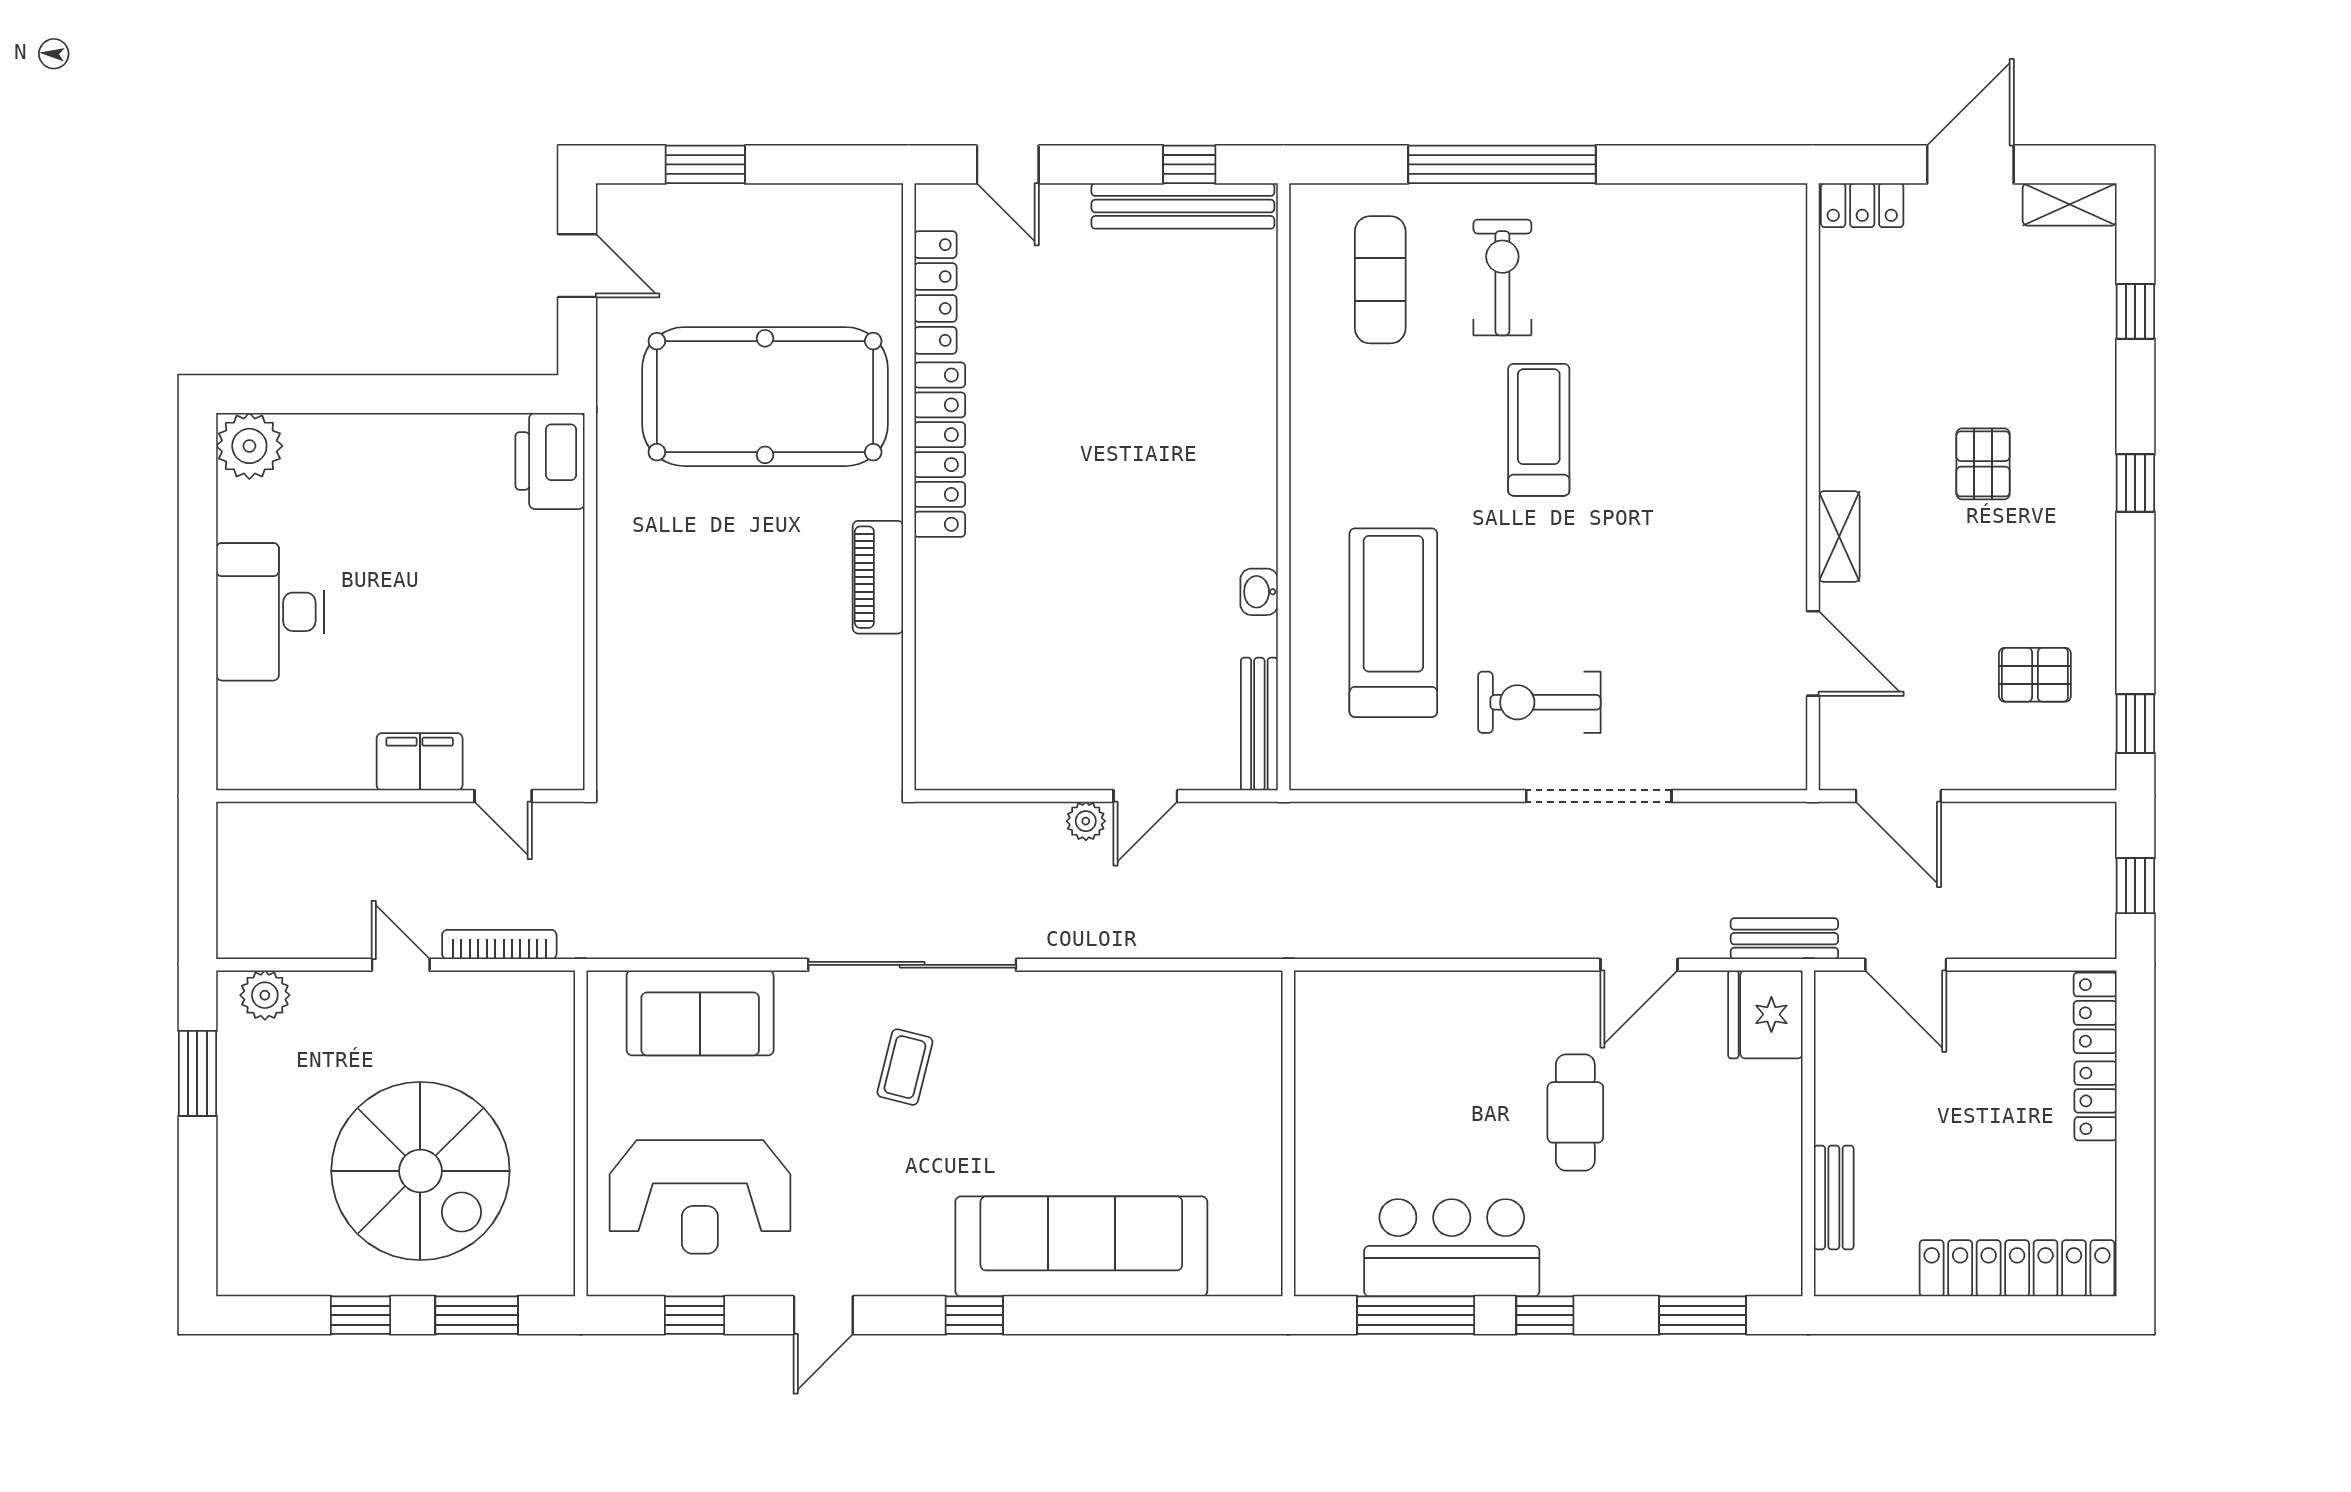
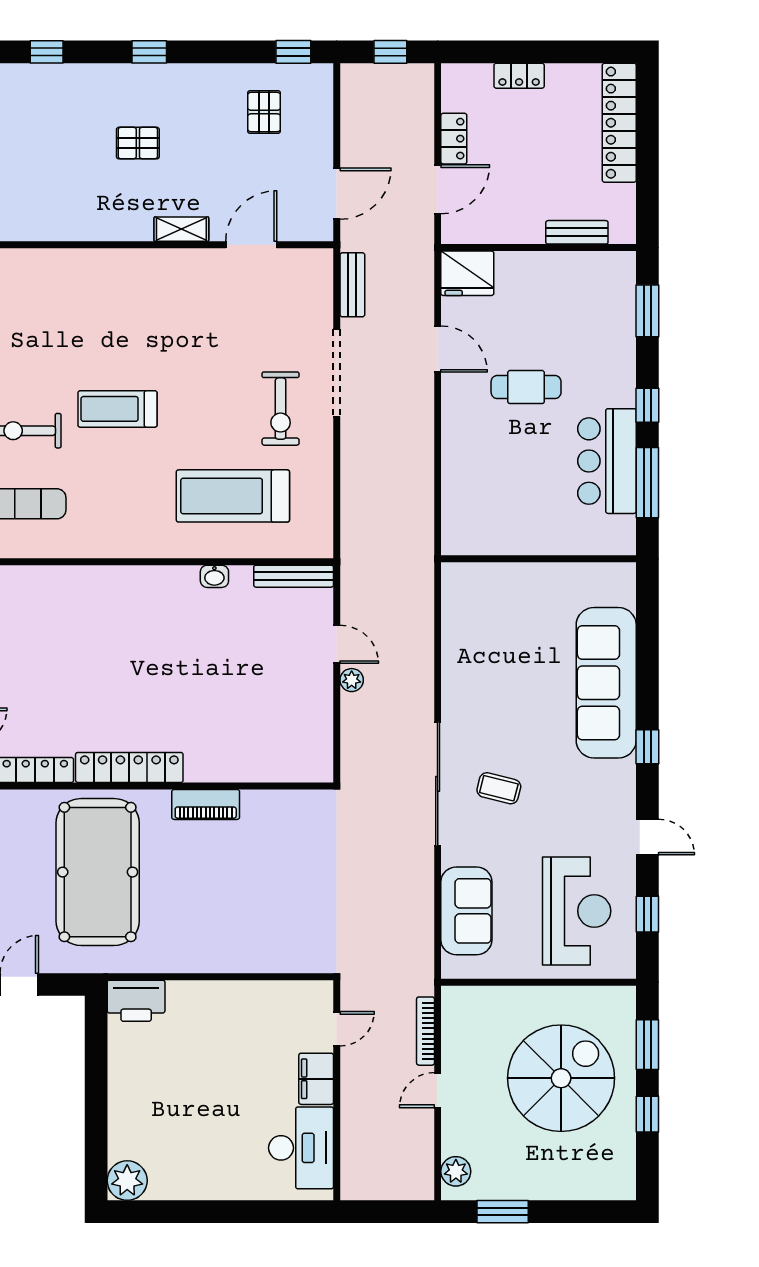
desk: (270, 612) -> (301, 1148), moved, turned -90
bench: (1784, 939) -> (352, 285), moved
locker: (2095, 1013) -> (454, 139), moved, turned -90

